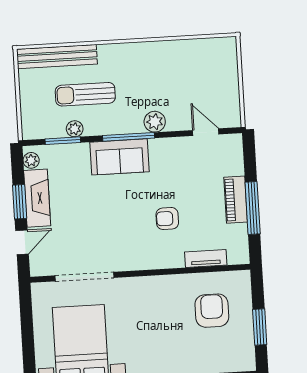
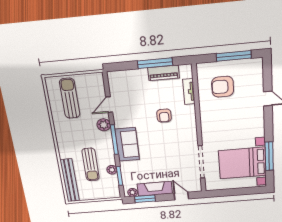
sun lounger: (201, 72) -> (70, 98), added
door: (206, 132) -> (109, 105), moved
piano: (236, 200) -> (164, 73), moved
window: (20, 202) -> (145, 199), moved
window: (260, 327) -> (234, 56), width x1.44

